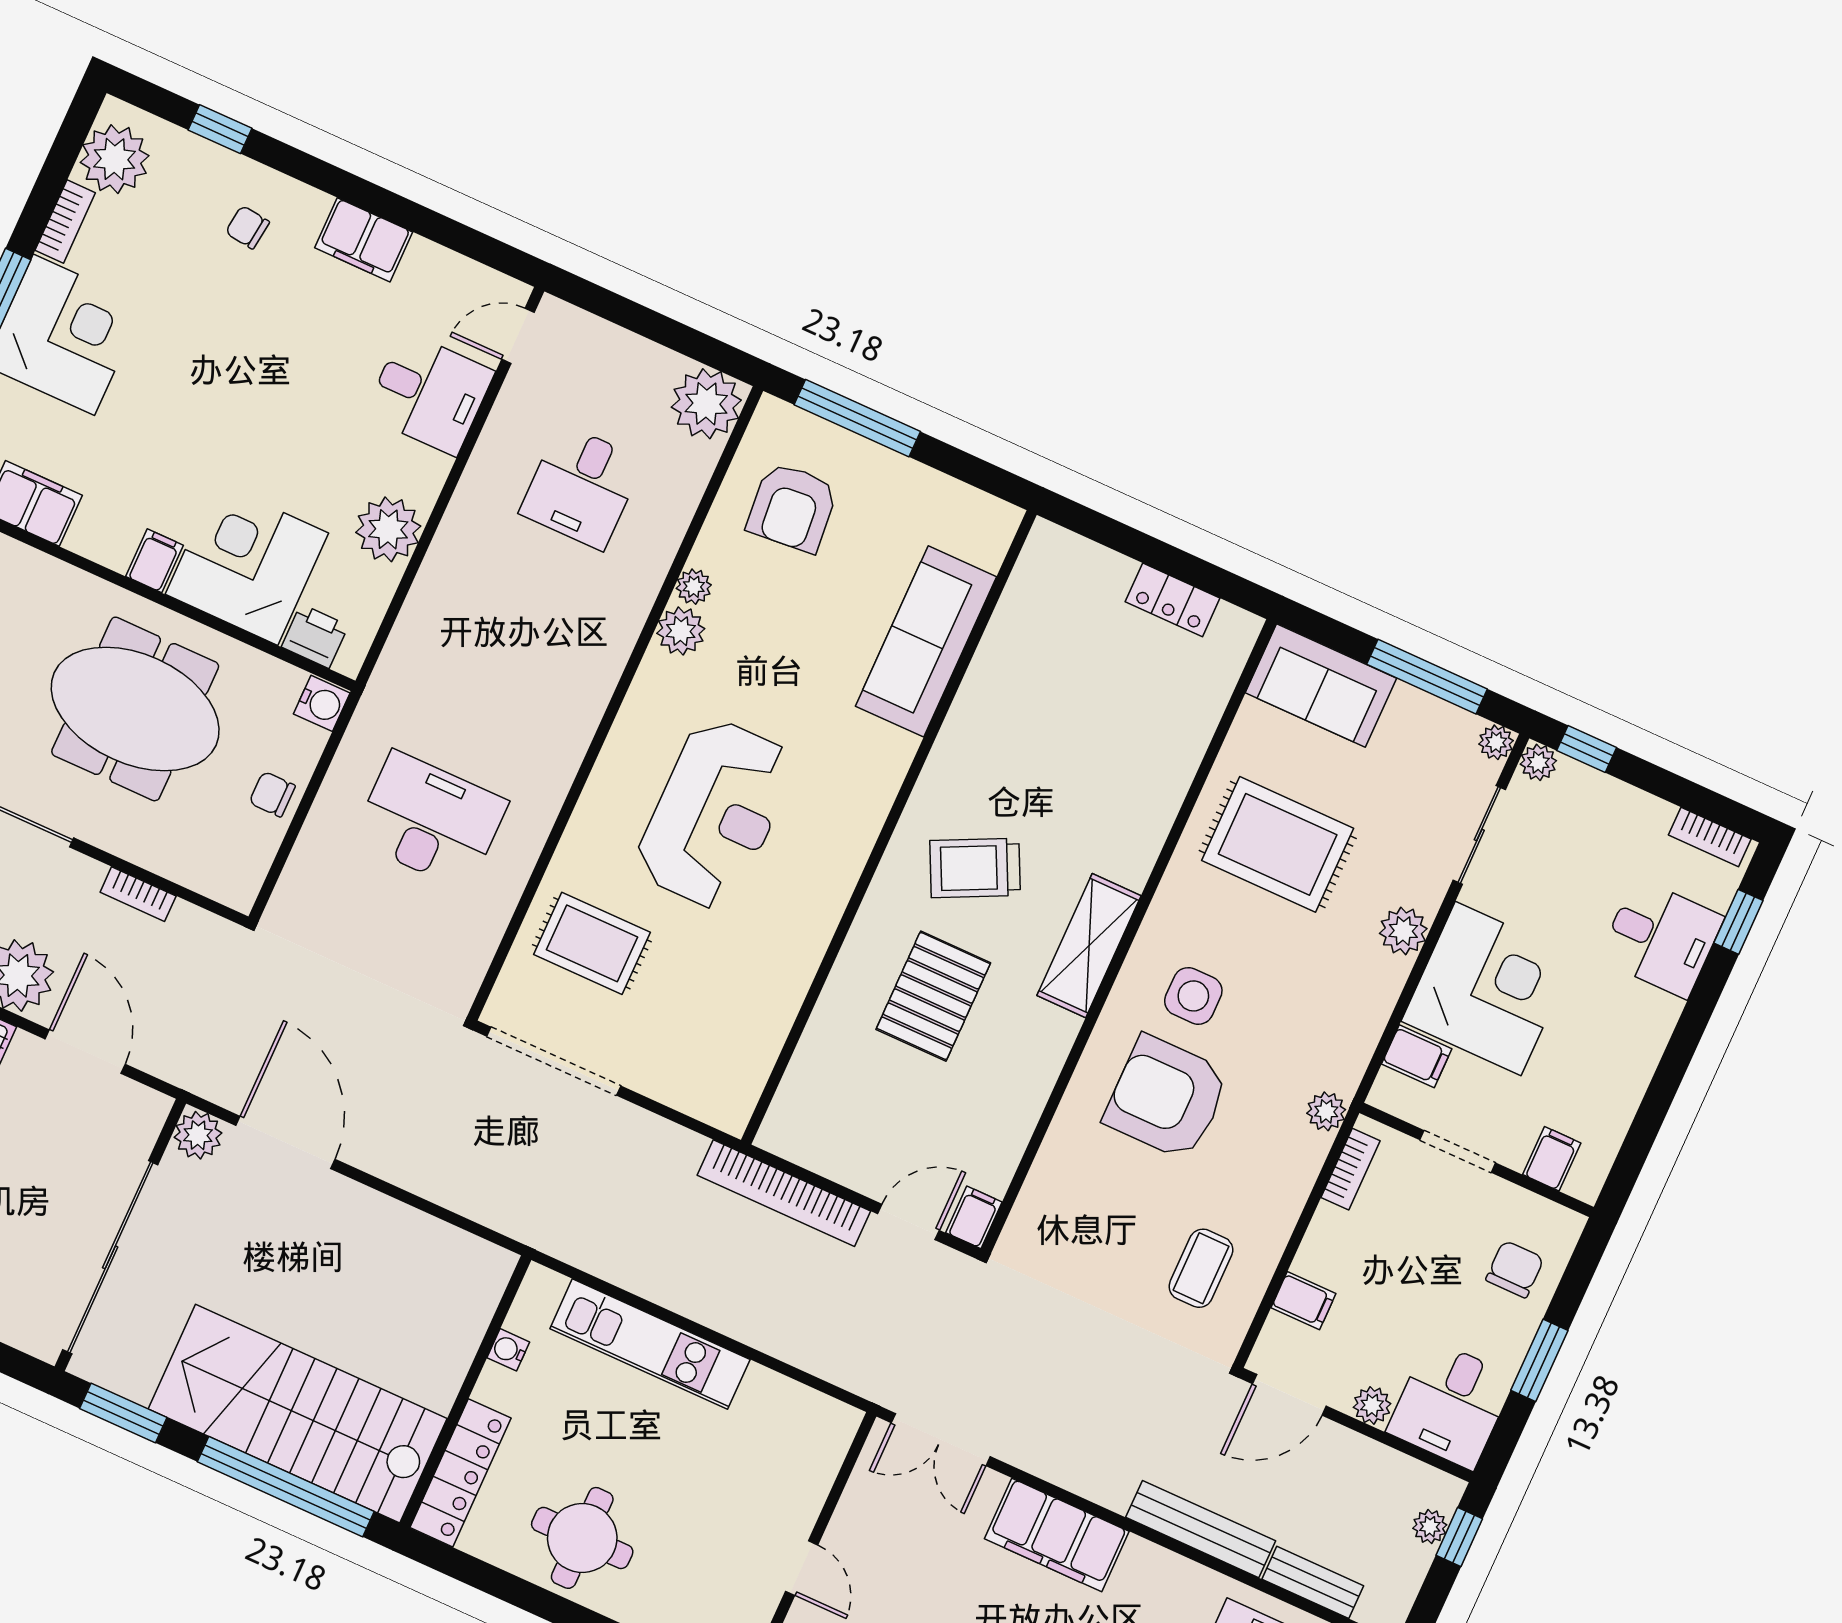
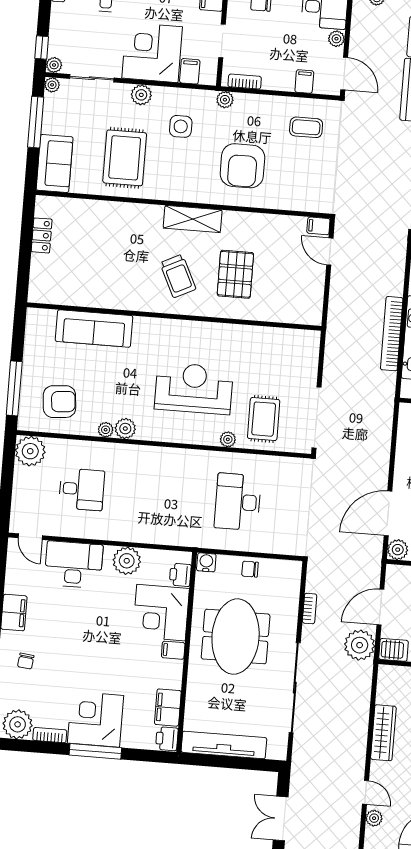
desk: (429, 393) -> (74, 565), width x1.37
chair: (272, 794) -> (250, 569), turned 90
plant: (576, 848) -> (228, 439), added
pallet: (933, 996) -> (235, 274), turned 90
side table: (1193, 996) -> (181, 126), moved
bookcase: (784, 1193) -> (392, 334), moved, turned 180

